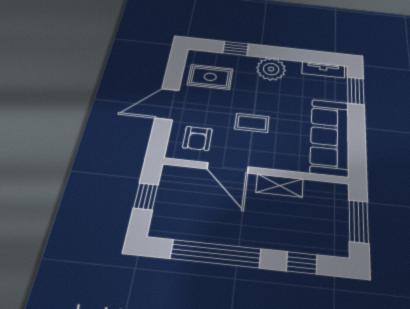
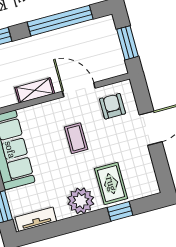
rug: (210, 77) -> (111, 184), moved, turned 90
coffee table: (252, 123) -> (76, 138), turned 90
window: (146, 196) -> (128, 43), width x1.50

